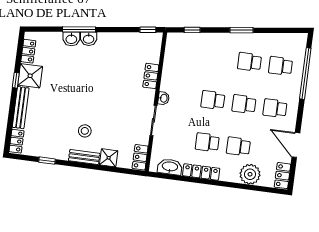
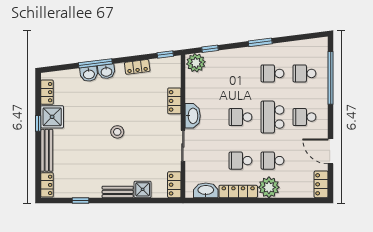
locker: (119, 38) -> (137, 67), added
plant: (177, 42) -> (196, 63), added
washbasin: (164, 98) -> (193, 116), width x1.91, depth x1.45
school desk: (244, 104) -> (272, 117), width x1.85
stool: (85, 131) -> (117, 132), moved
plant: (250, 174) -> (269, 187), moved

